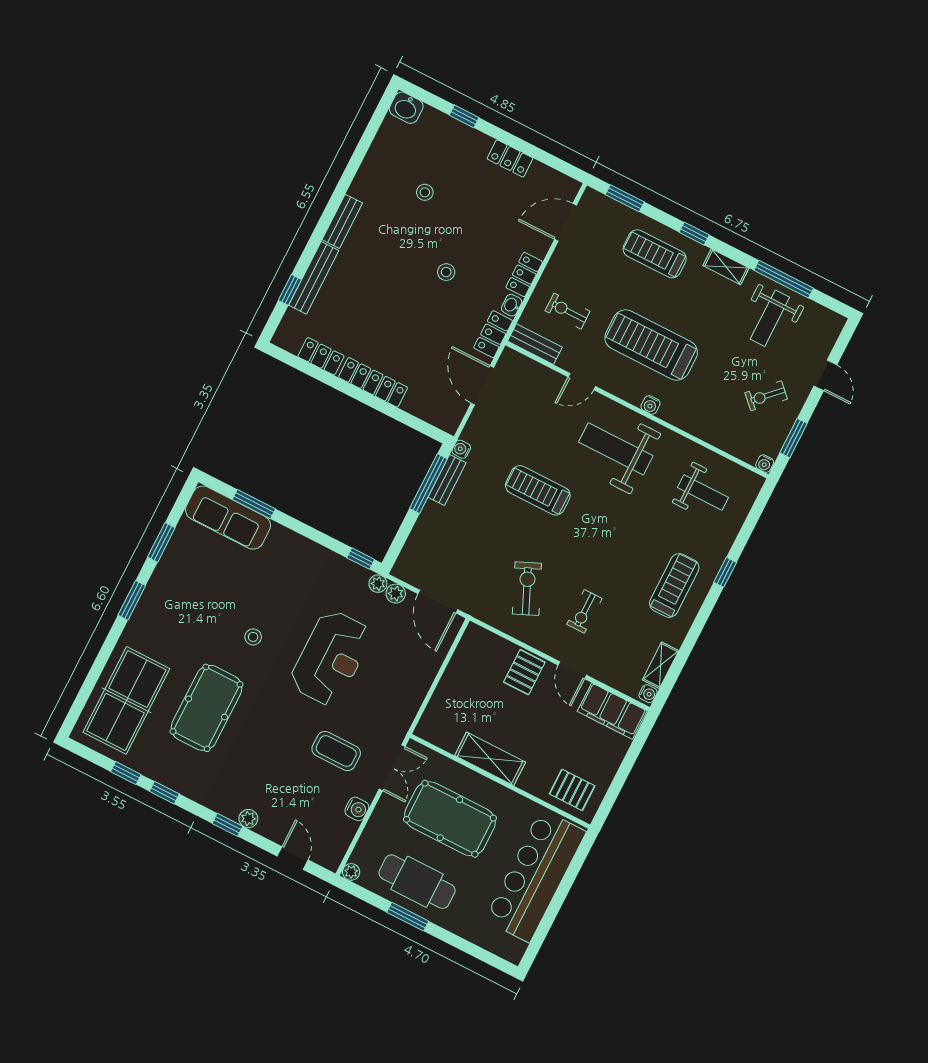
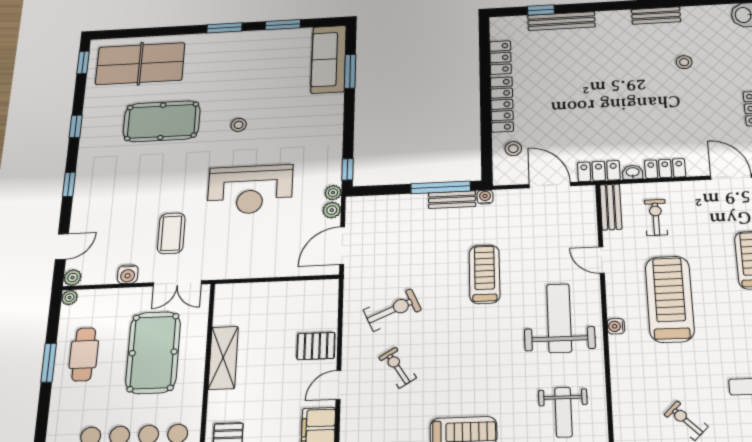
bench: (342, 221) -> (656, 16), moved
stool: (446, 272) -> (513, 149), moved
door: (482, 385) -> (550, 185), hinge flipped
exercise bike: (584, 611) -> (397, 368), turned 58
window: (126, 773) -> (83, 62), moved
plant: (248, 819) -> (73, 278), moved
cafe table: (417, 882) -> (84, 354), width x0.73, depth x0.74

